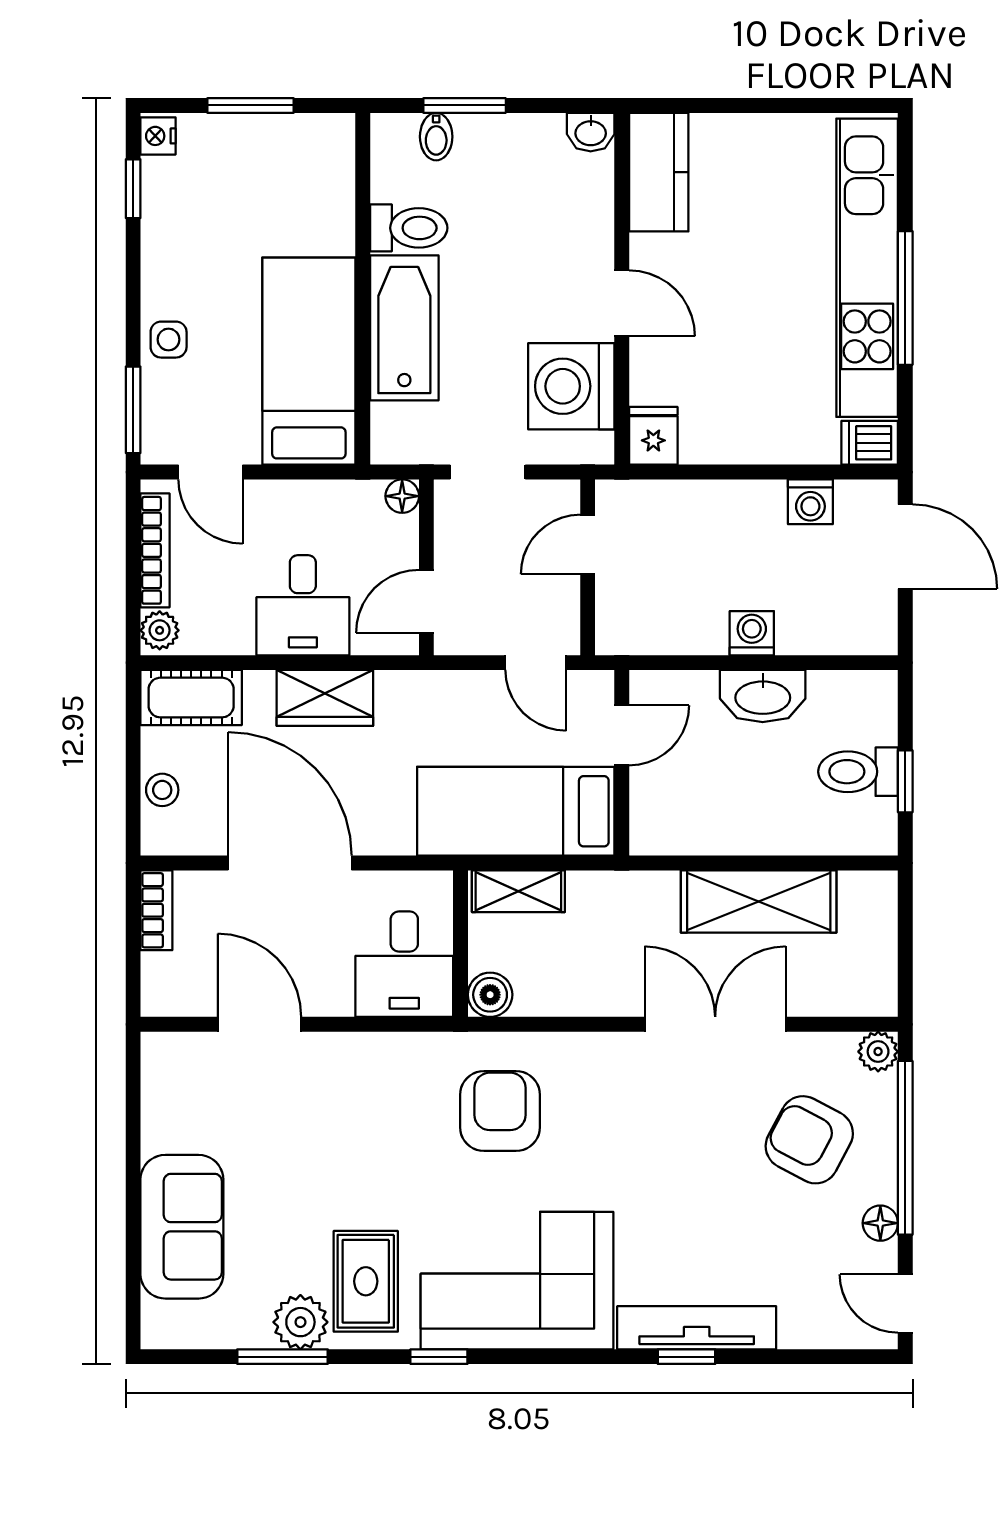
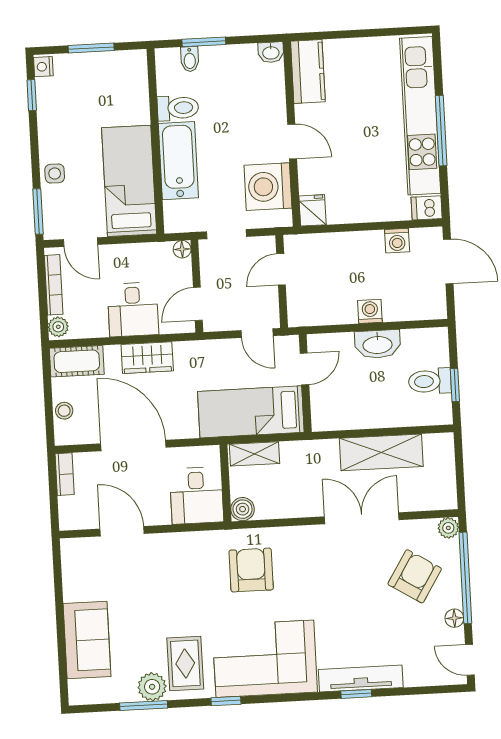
armchair: (809, 1140) -> (415, 576), turned 94

